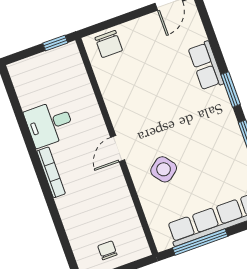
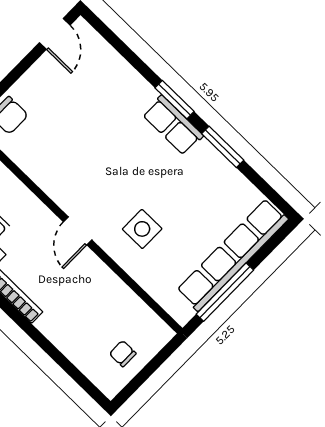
row of seats: (206, 66) -> (173, 125), moved
side table: (164, 169) -> (142, 229), turned 38

